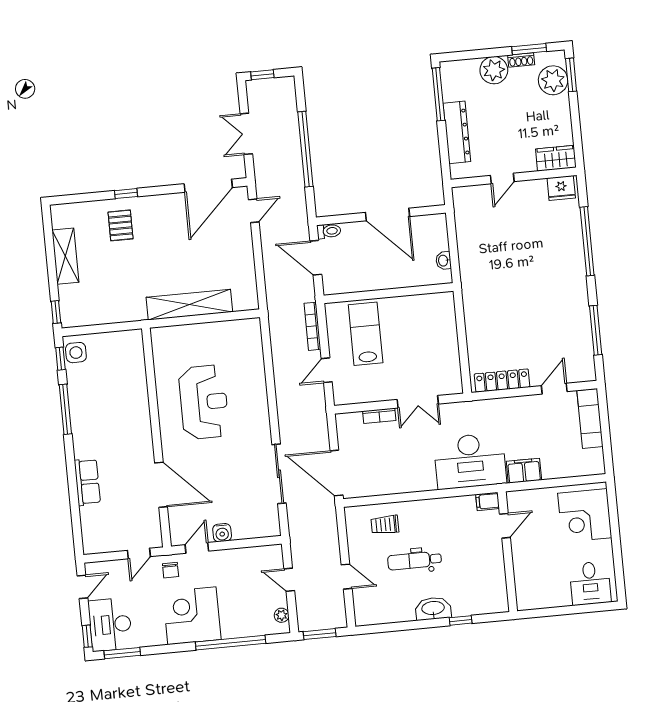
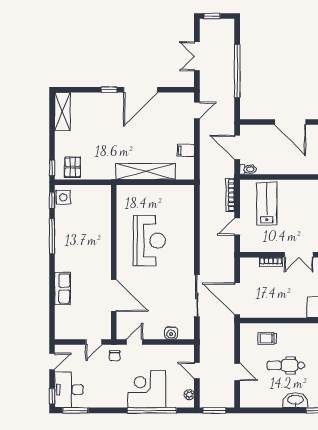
door: (208, 186) -> (141, 90), moved
pallet: (121, 225) -> (73, 167), moved
toilet: (329, 231) -> (248, 169), moved
shelving: (65, 256) -> (62, 112), moved
filing cabinet: (243, 269) -> (186, 150), added
water cooler: (222, 533) -> (171, 333), moved
corner desk: (192, 616) -> (147, 389), moved

